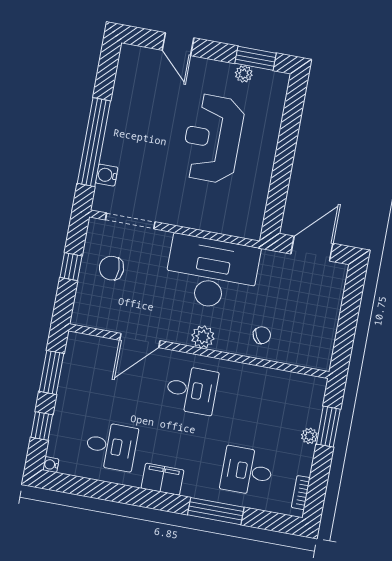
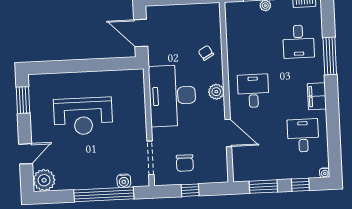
plant: (244, 74) -> (44, 180), moved, width x1.88, depth x1.88

